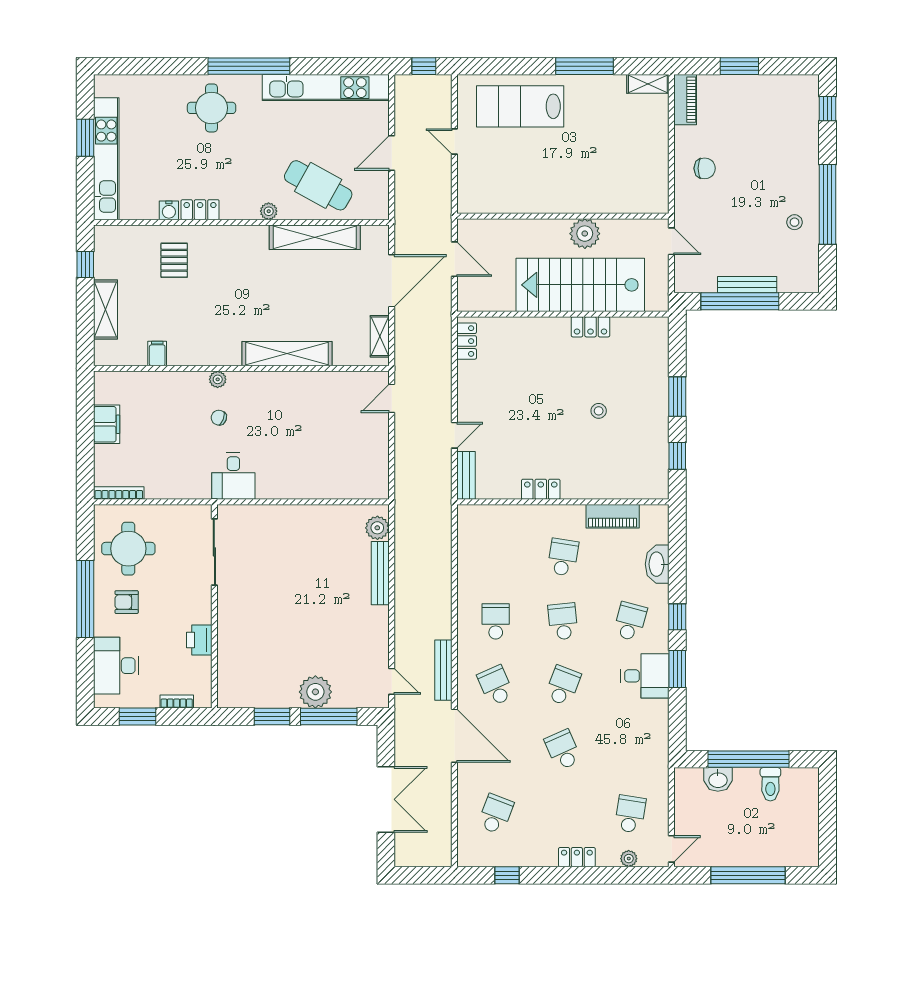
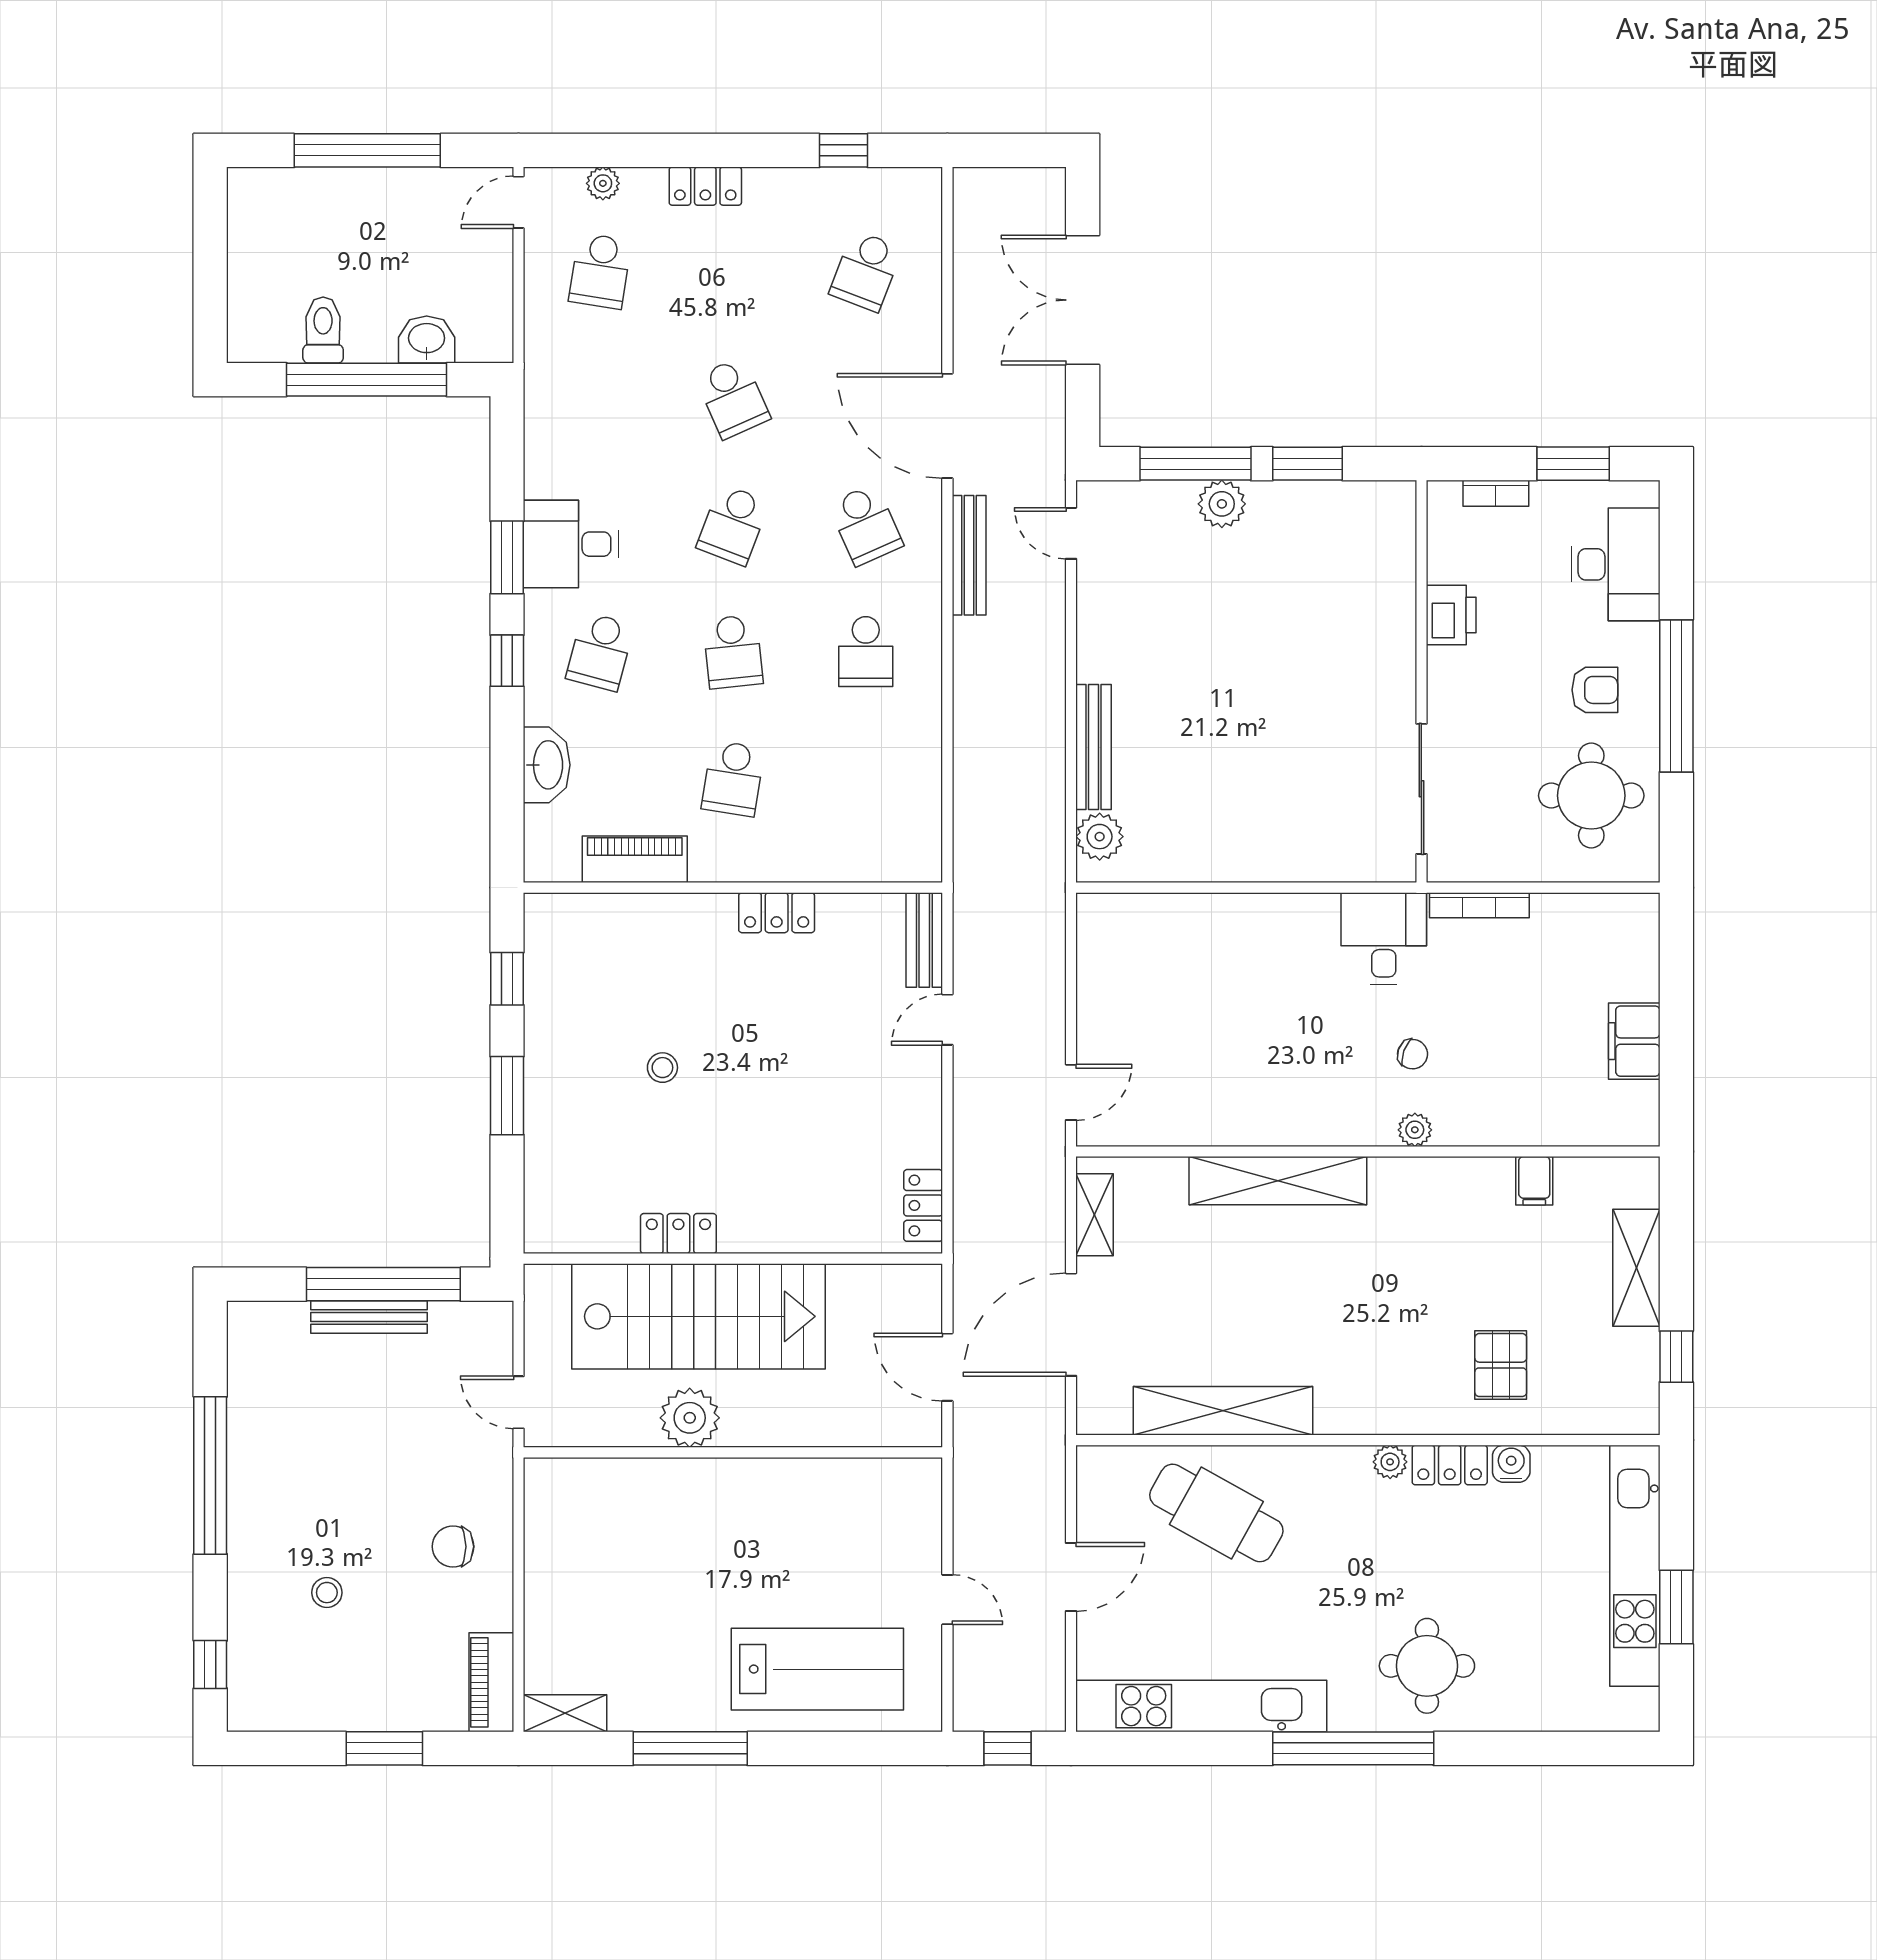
plant: (269, 211) -> (1390, 1462), moved
stool: (794, 222) -> (327, 1593), moved
bookcase: (119, 493) -> (1479, 905), moved
plant: (315, 692) -> (1222, 504), width x0.73, depth x0.73

